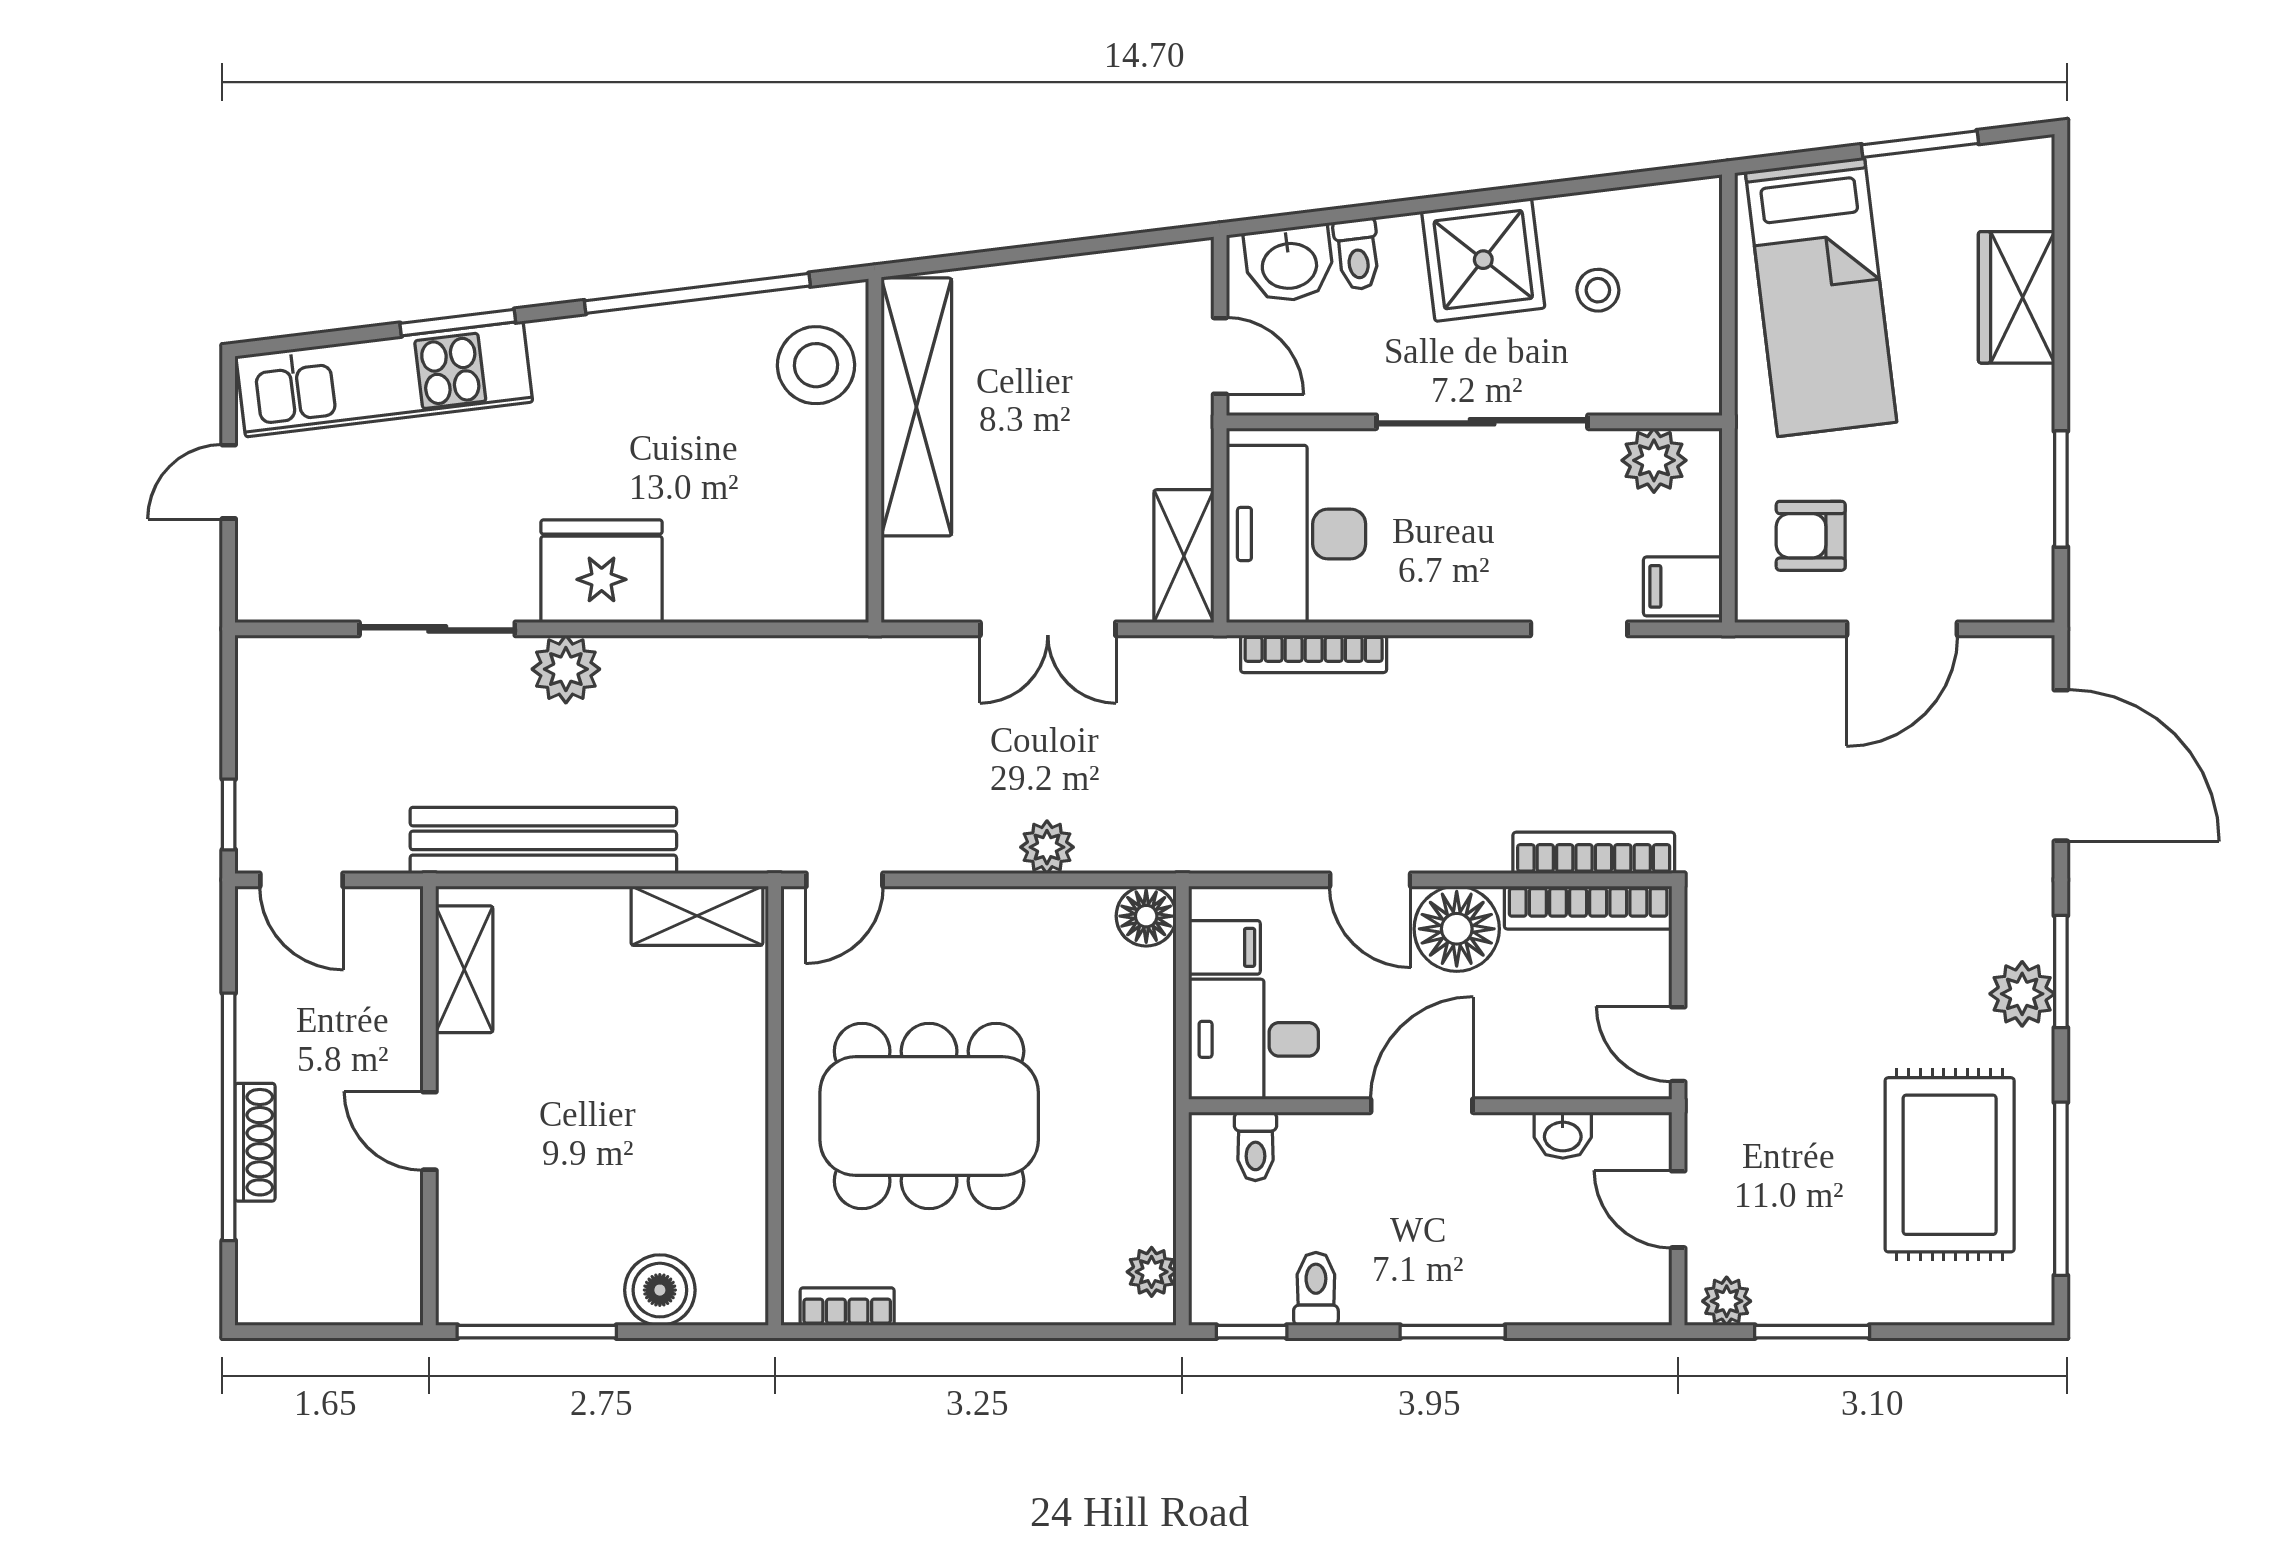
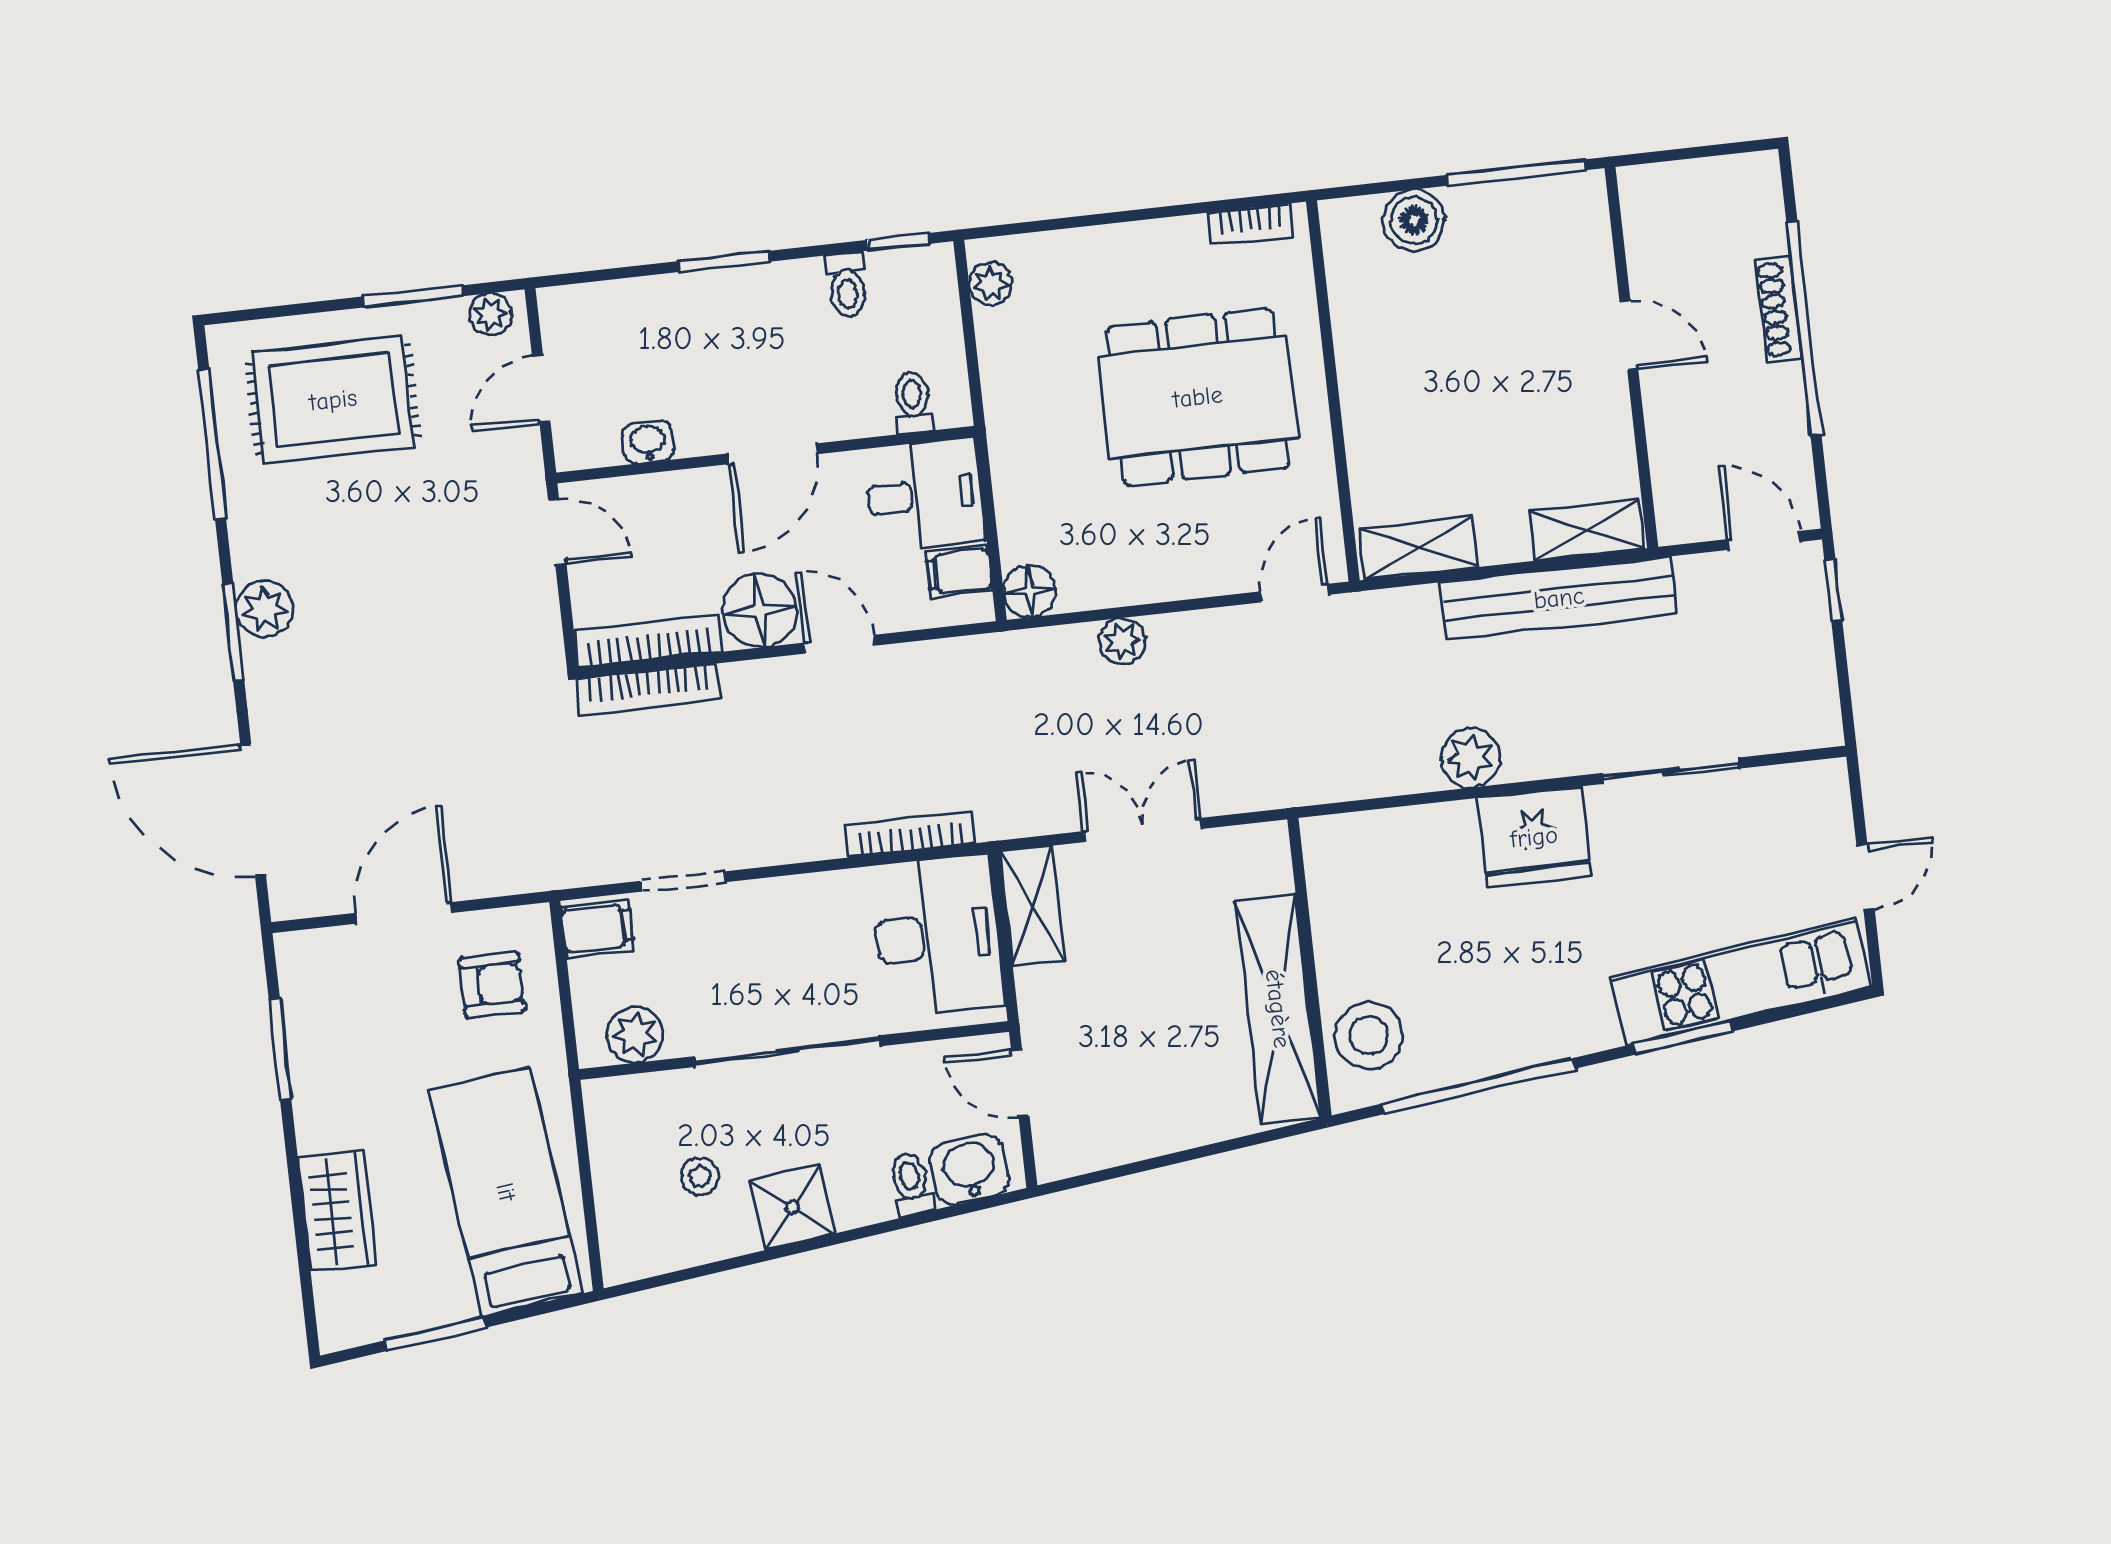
shower: (1483, 260) -> (792, 1207), width x0.73, depth x0.73
plant: (566, 669) -> (1470, 758), moved
shelving: (464, 969) -> (1587, 530), moved, turned 90
rug: (1950, 1165) -> (333, 400), moved, turned 90
door: (1678, 1209) -> (541, 389), swing flipped

